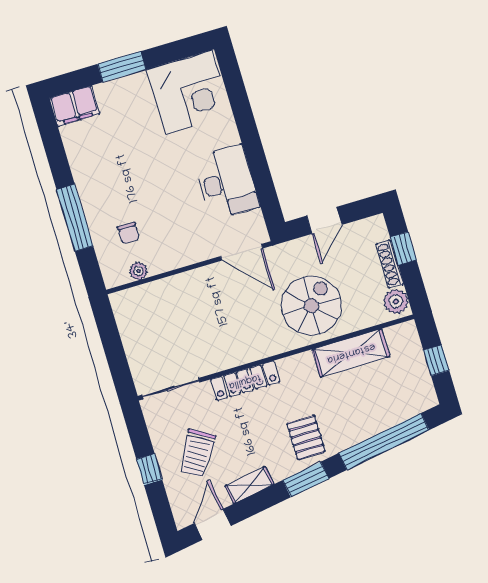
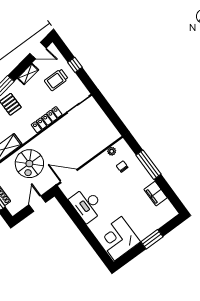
filing cabinet: (75, 106) -> (156, 194), moved, turned -90
trolley: (197, 453) -> (56, 80), turned -121
door: (213, 524) -> (38, 51), hinge flipped

